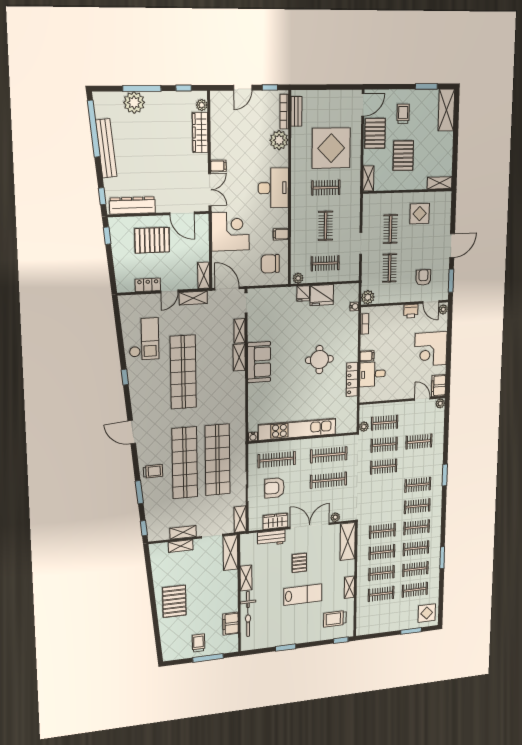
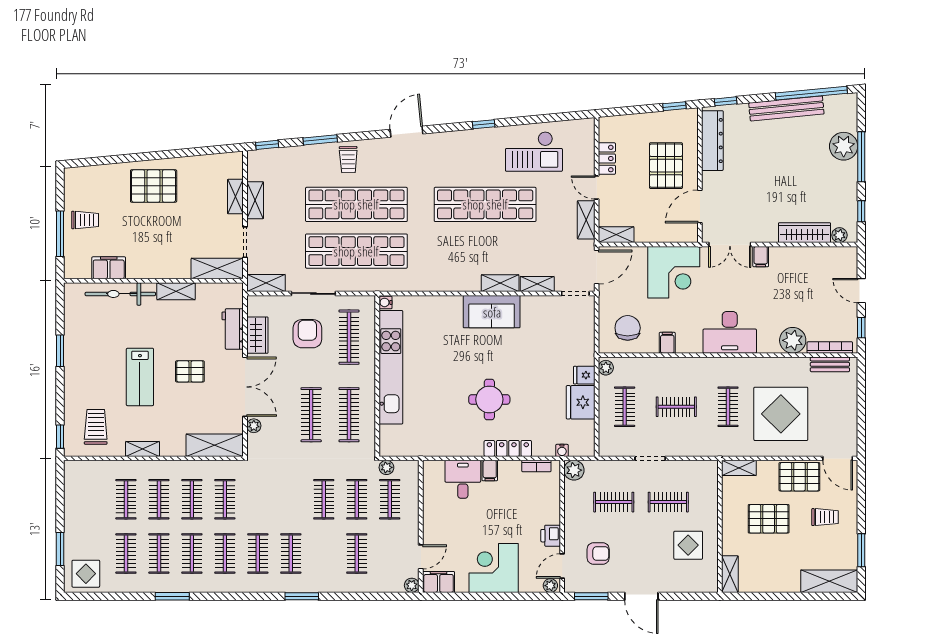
locker: (352, 379) -> (508, 448), moved

